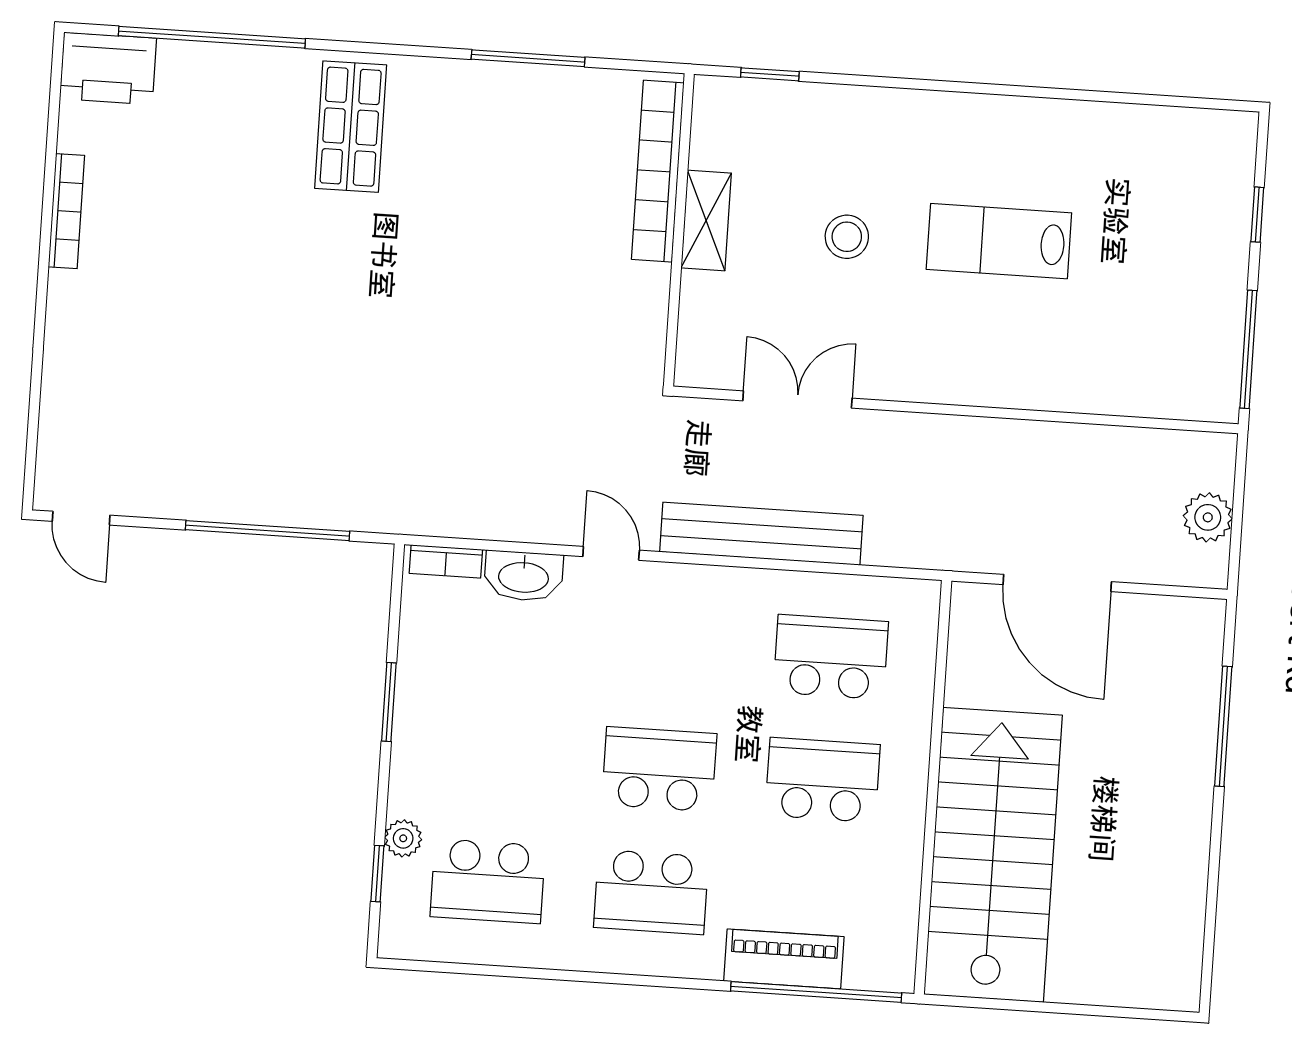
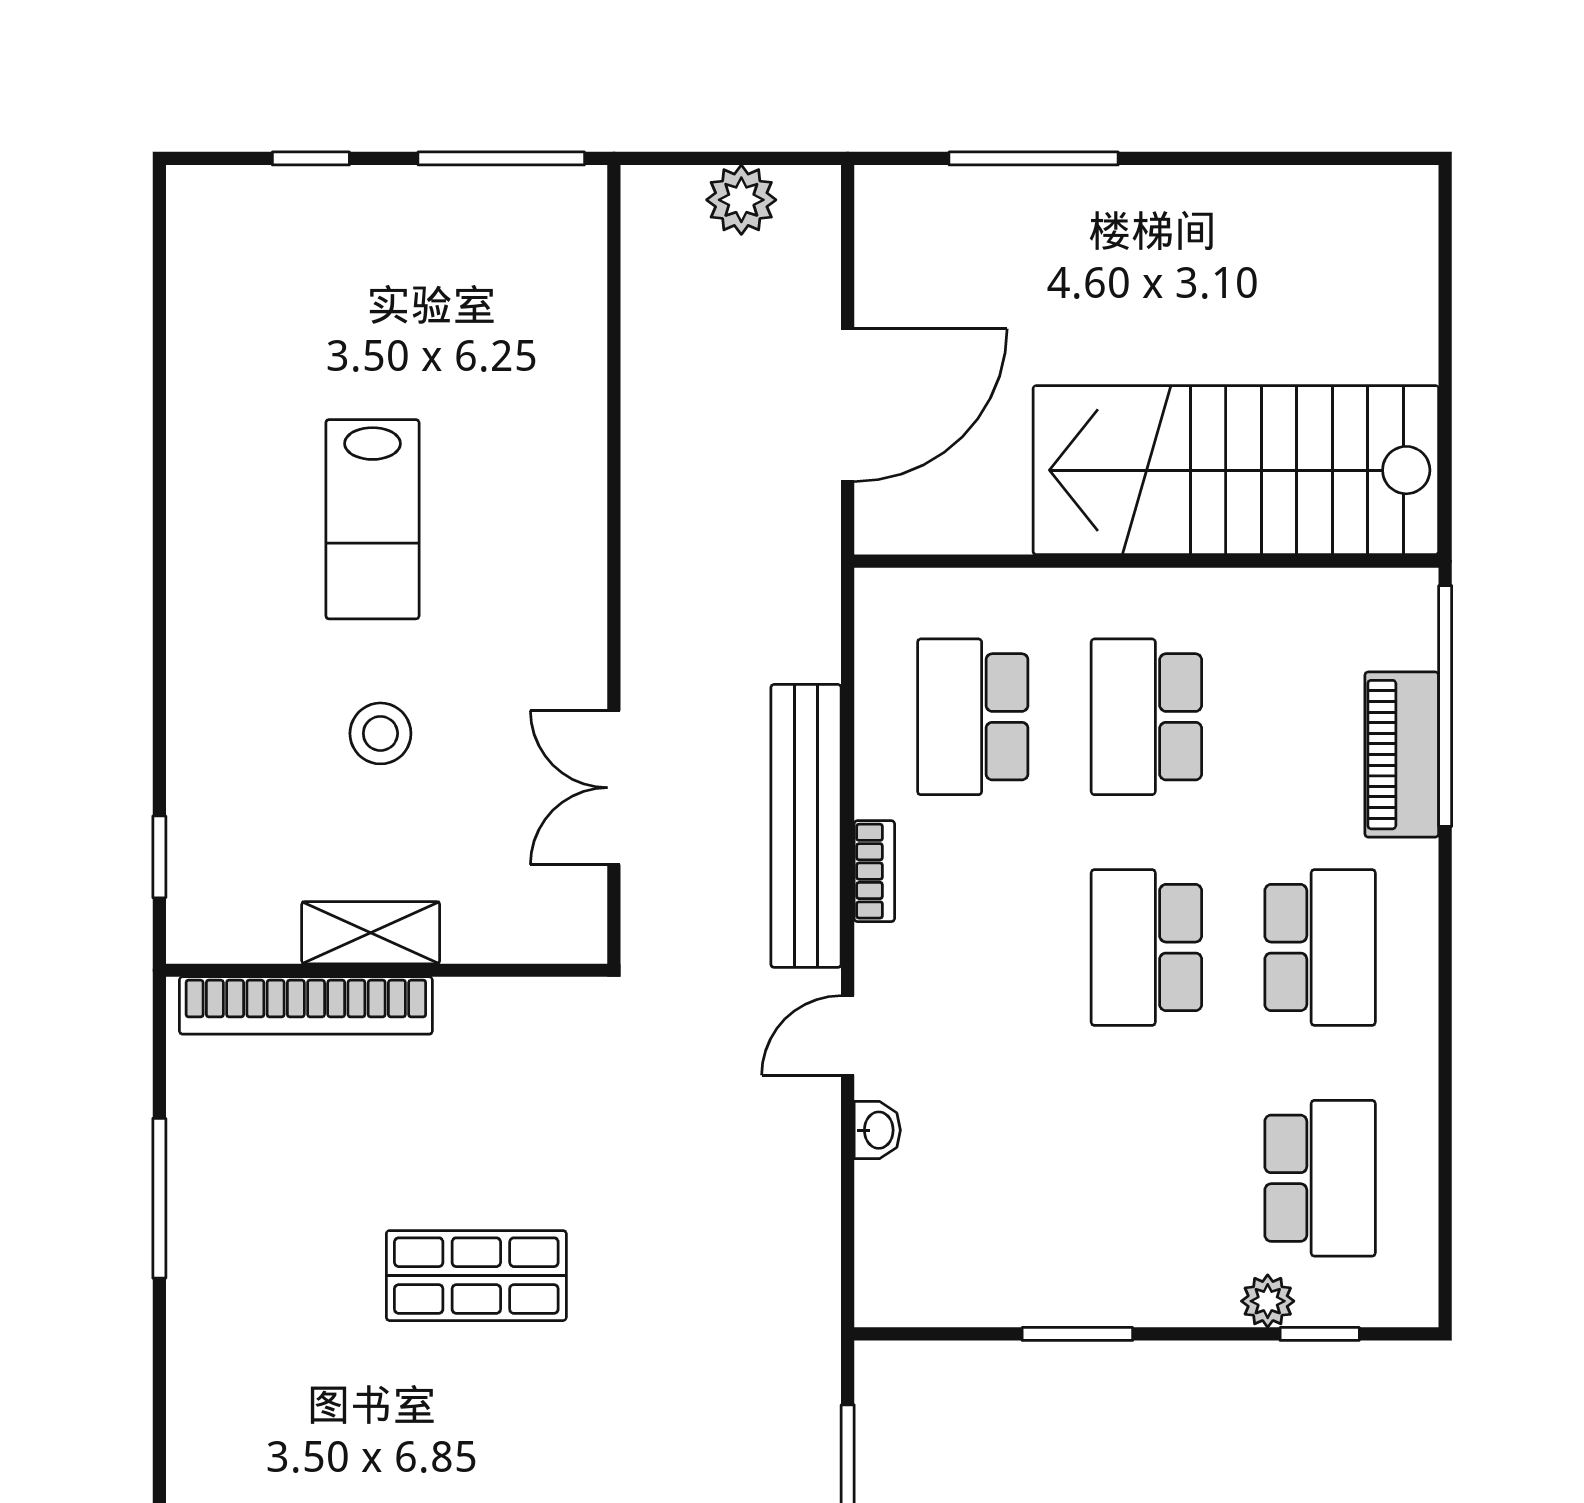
shop shelf: (351, 127) -> (476, 1276), moved
bookcase: (446, 561) -> (874, 871), moved
washbasin: (524, 576) -> (877, 1130), width x0.52, depth x0.69

